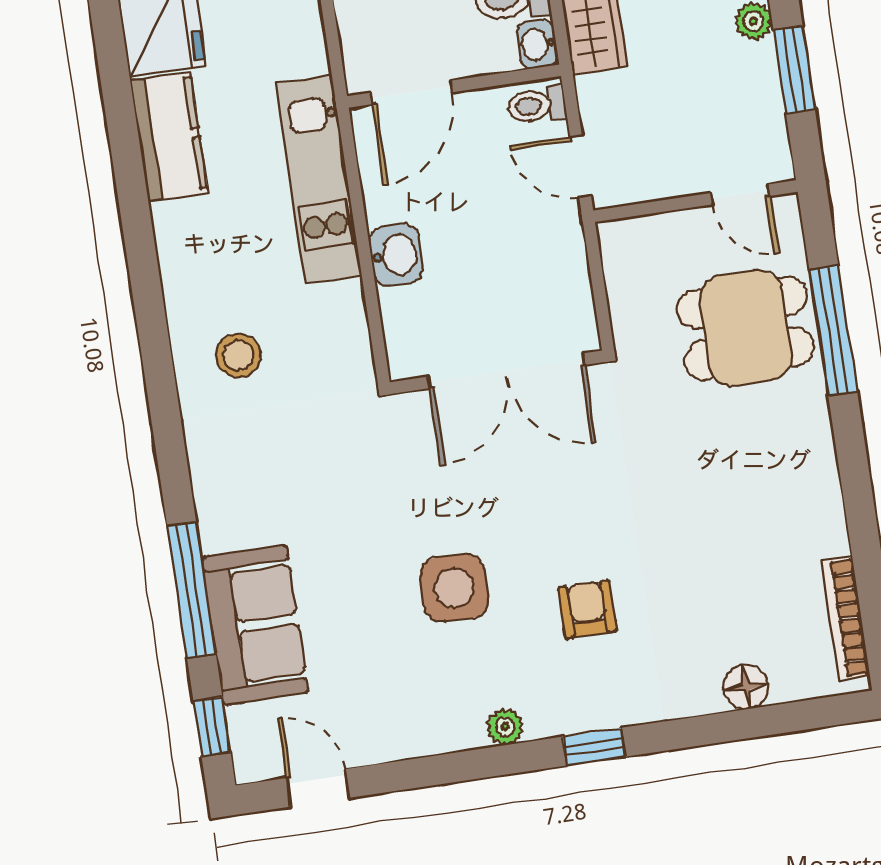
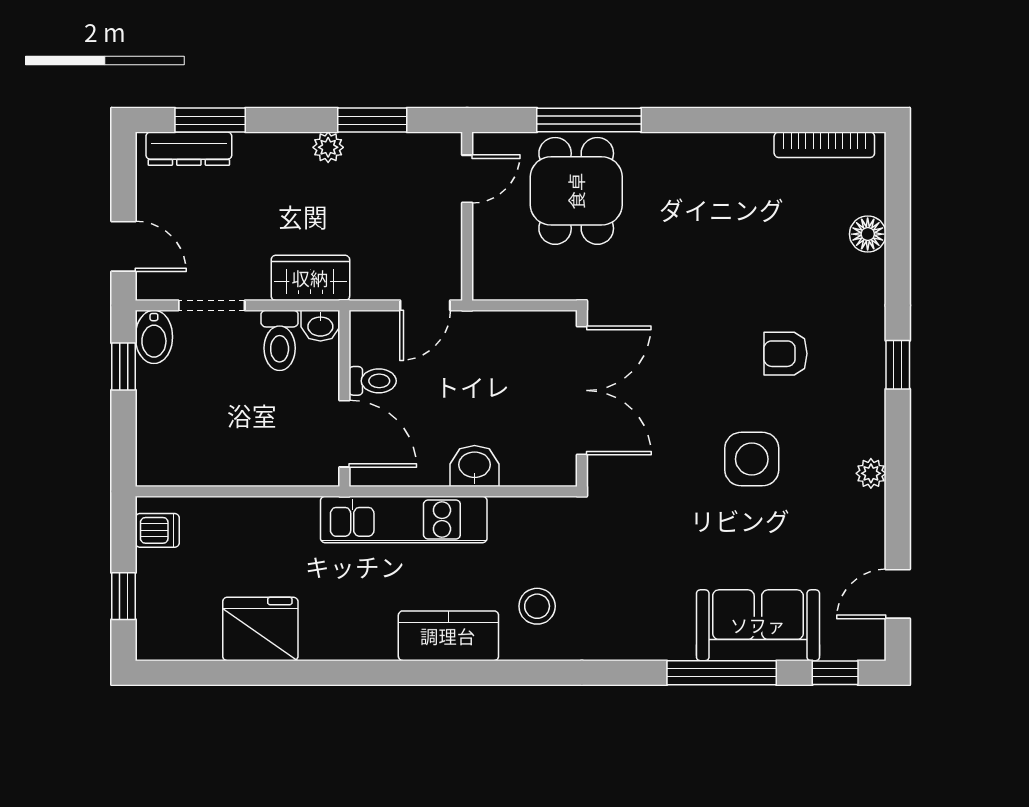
toilet: (537, 105) -> (373, 381), moved, turned -90
kitchen counter: (169, 137) -> (448, 636), moved
plant: (505, 727) -> (871, 473), moved

